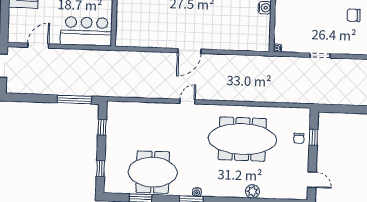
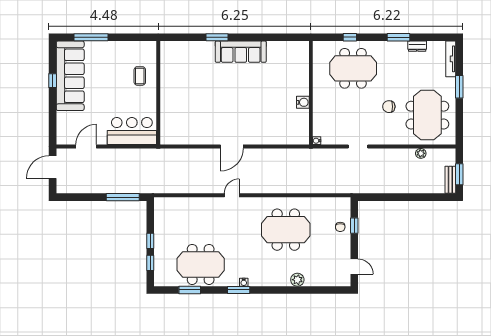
window: (102, 127) -> (150, 241), moved
meeting table: (242, 139) -> (286, 230), width x0.73

